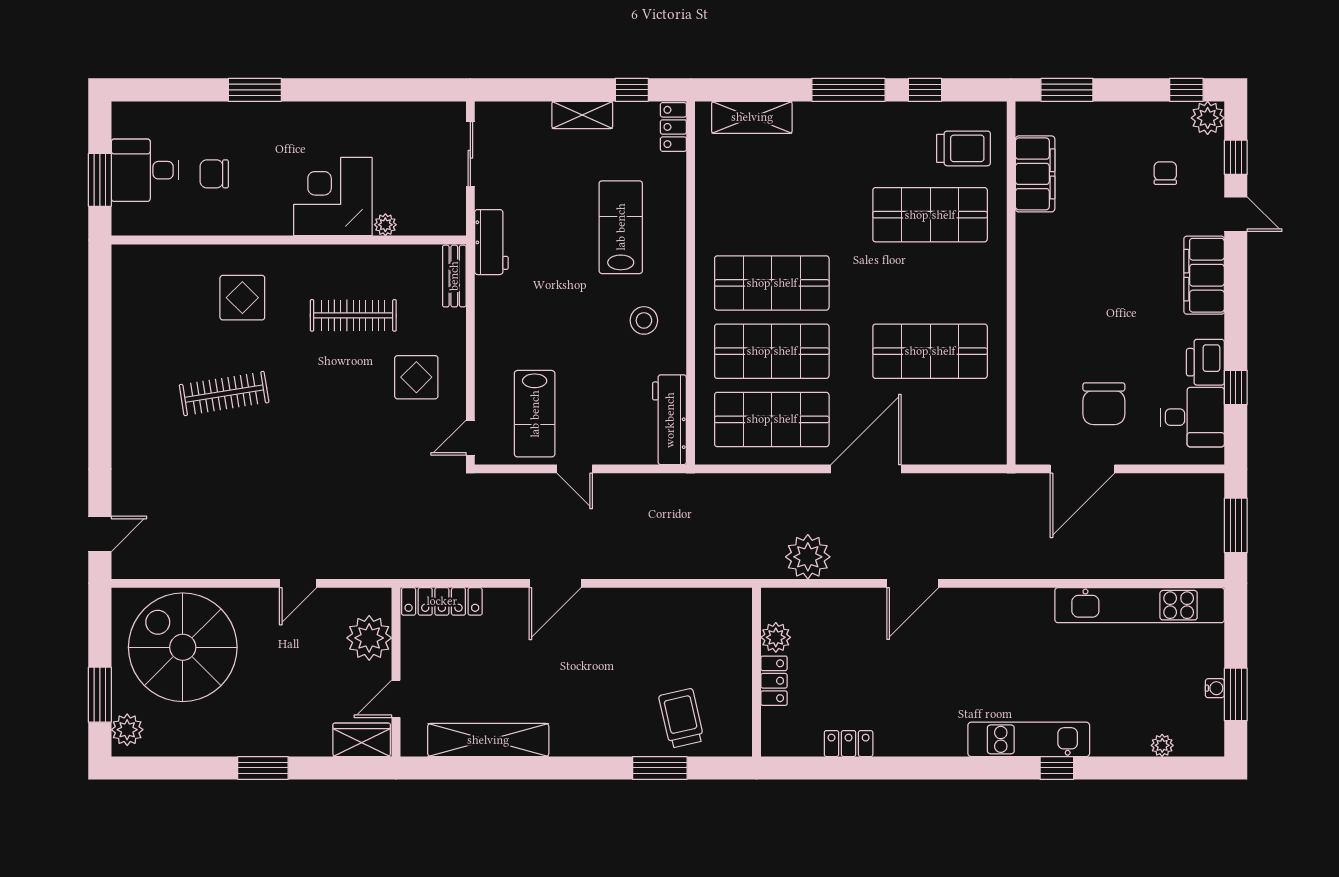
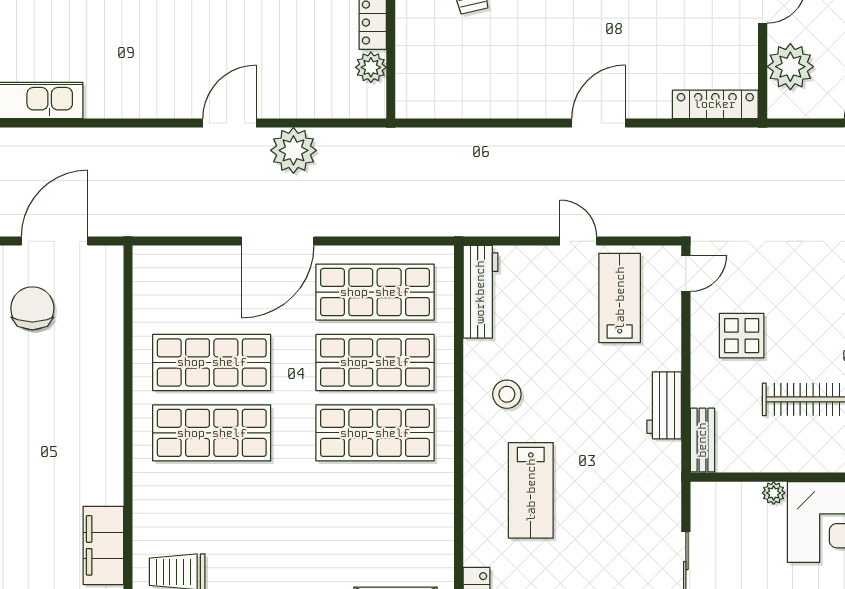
shop shelf: (930, 215) -> (212, 433), moved
workbench: (491, 242) -> (664, 405), moved
plant: (808, 557) -> (293, 150), moved

